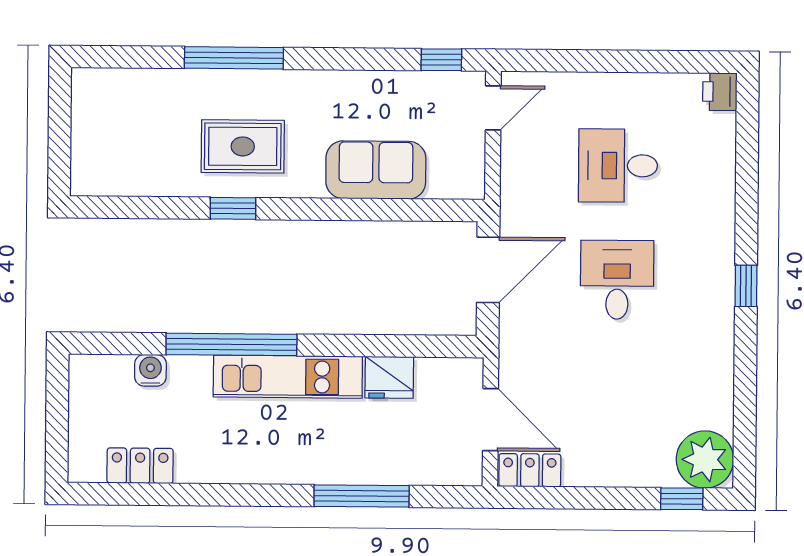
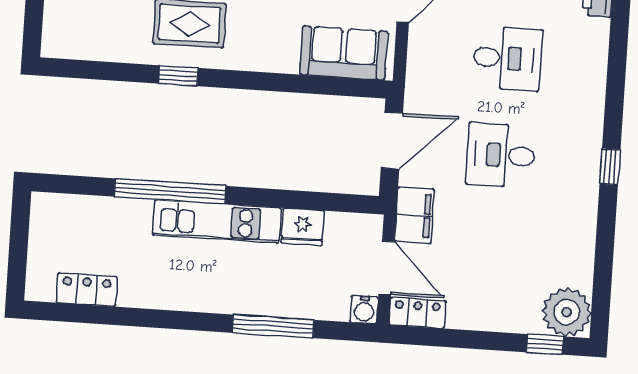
desk: (618, 166) -> (507, 58), turned 180
sofa: (376, 170) -> (344, 53), moved
desk: (617, 280) -> (501, 155), turned -90
filing cabinet: (520, 356) -> (414, 215), added
water cooler: (150, 370) -> (364, 310), moved, turned 180

